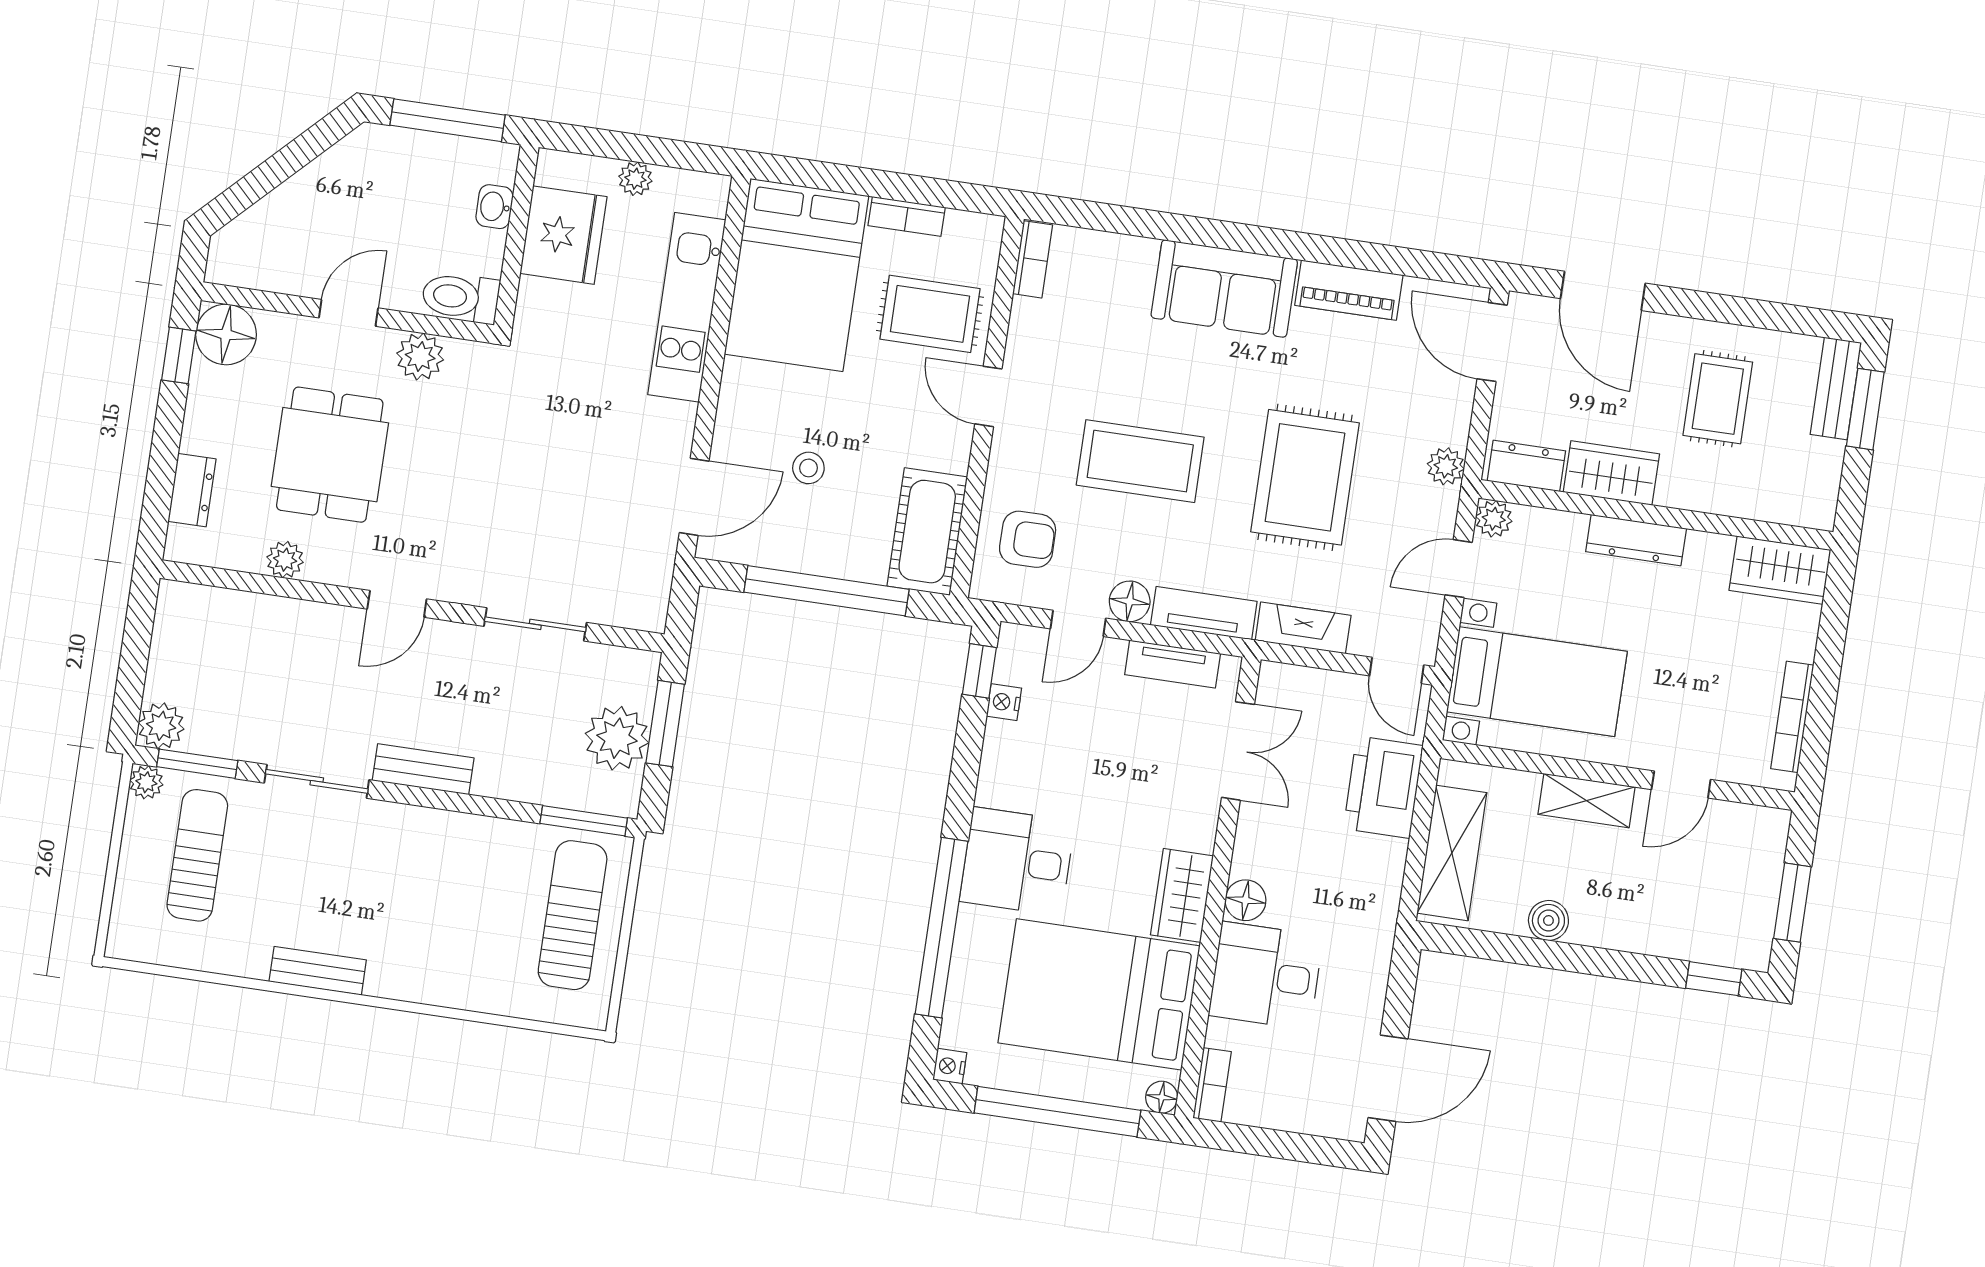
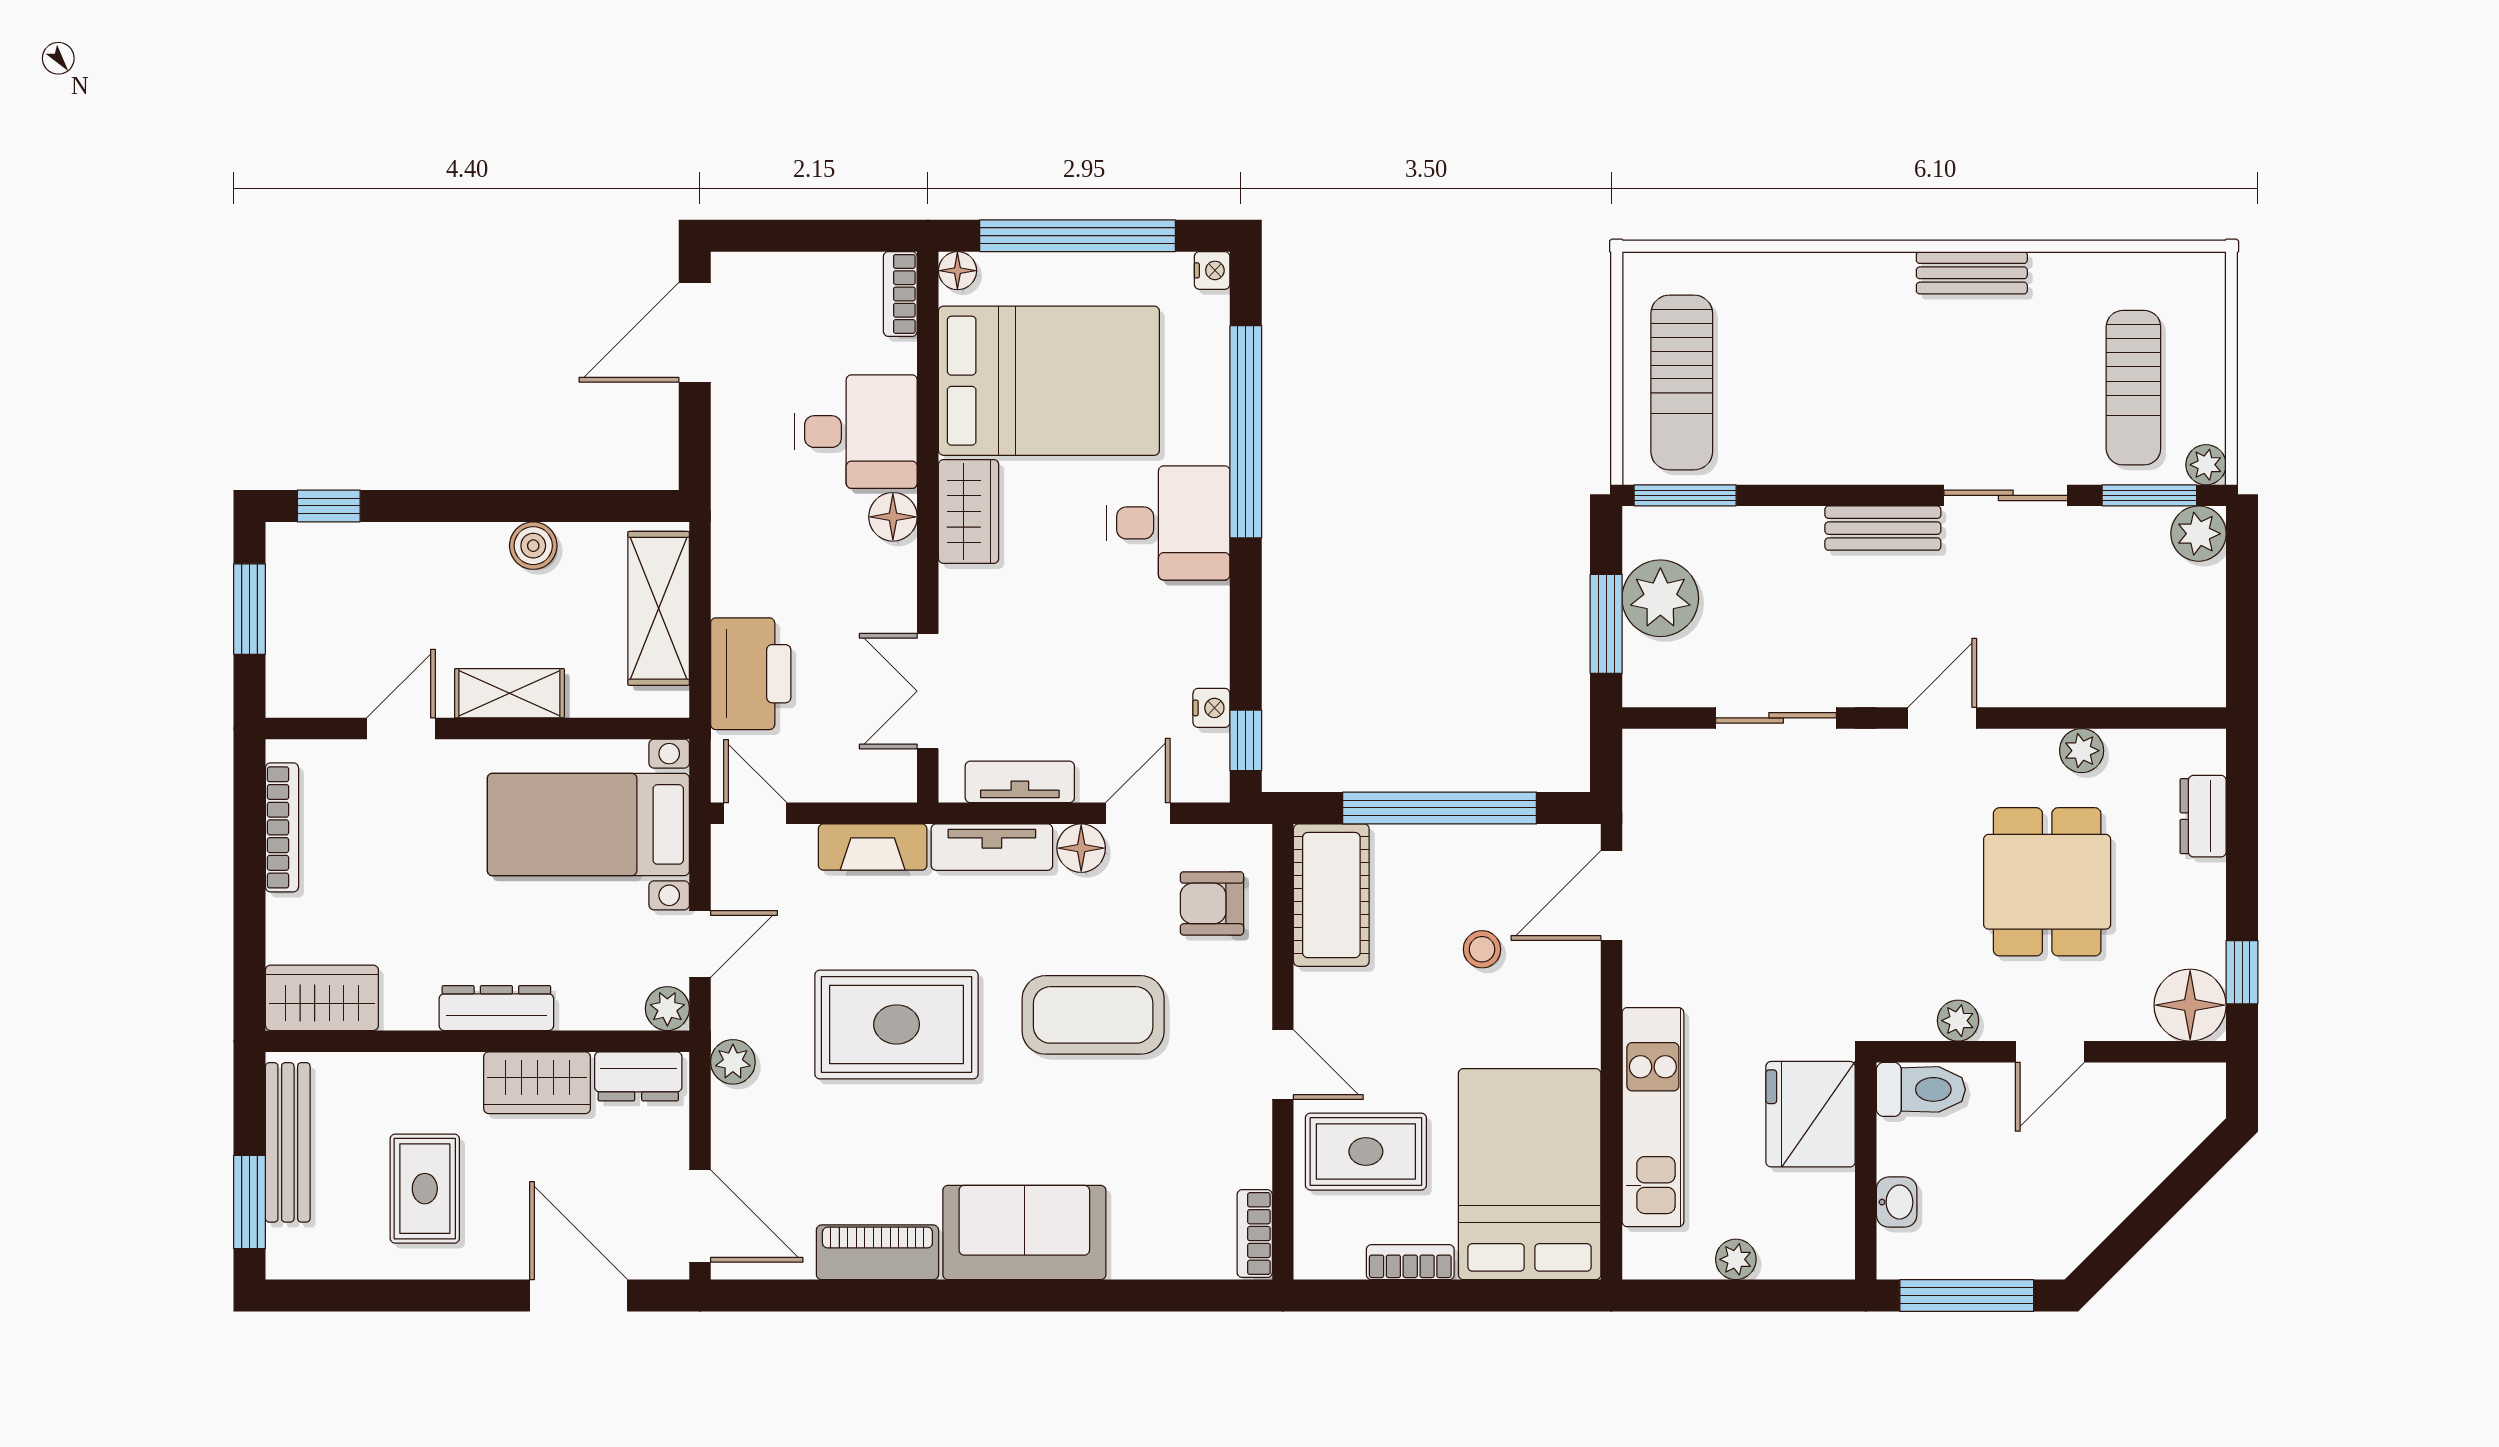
fridge: (563, 235) -> (1811, 1114), moved
plant: (420, 357) -> (1958, 1021), width x0.73, depth x0.73
bench: (1836, 388) -> (288, 1142), moved, width x1.36
rug: (1305, 477) -> (897, 1024), turned 90

